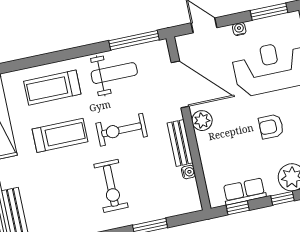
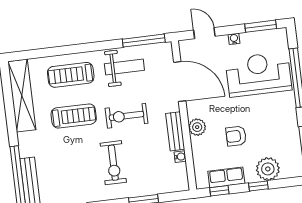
plant: (202, 121) -> (197, 127), moved
armchair: (271, 127) -> (236, 136), moved

